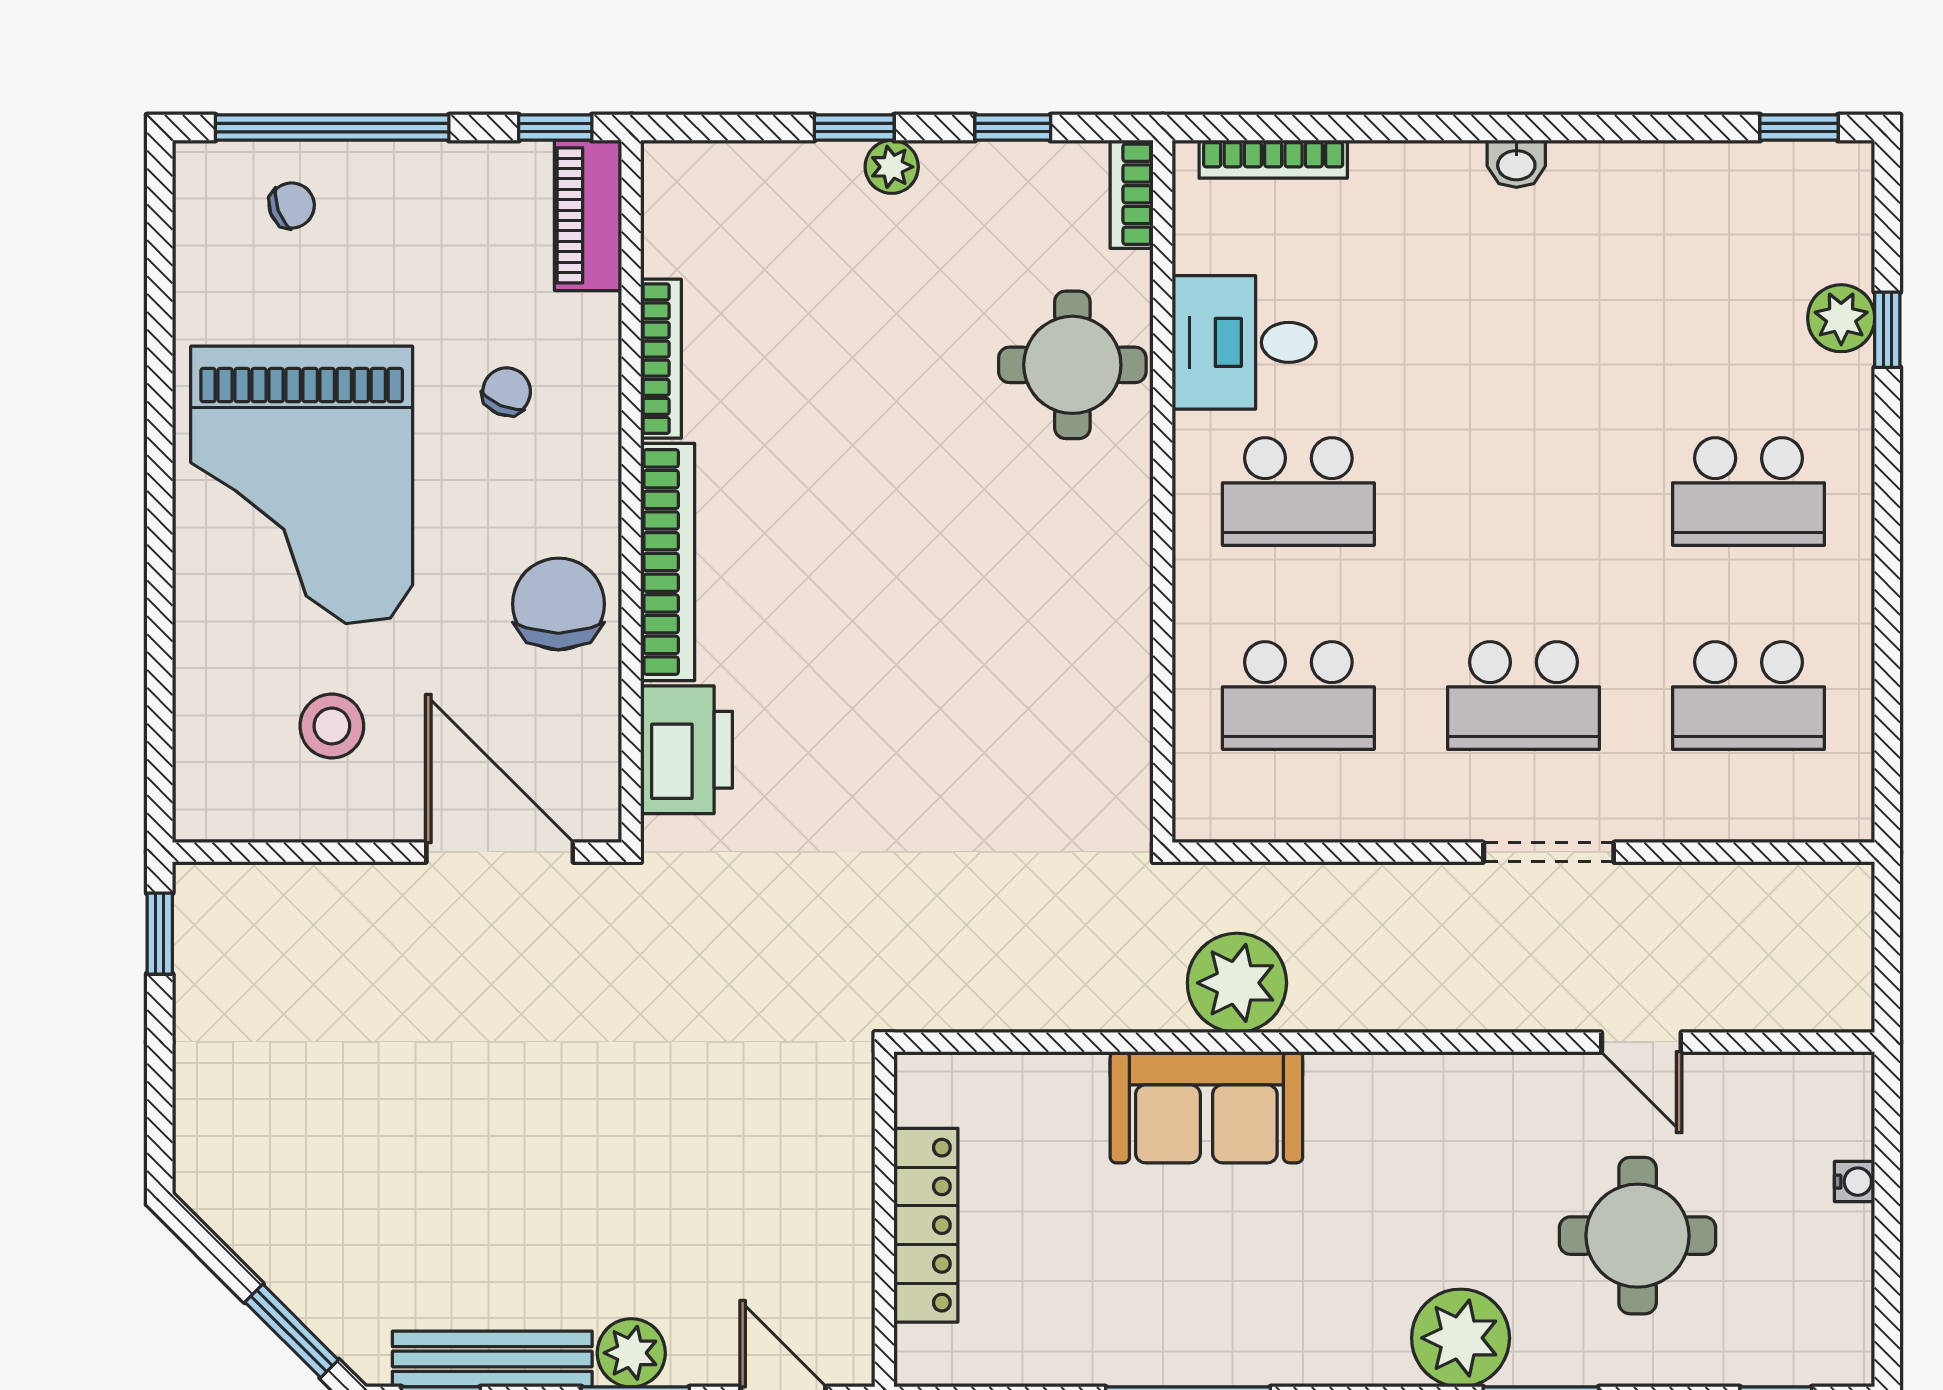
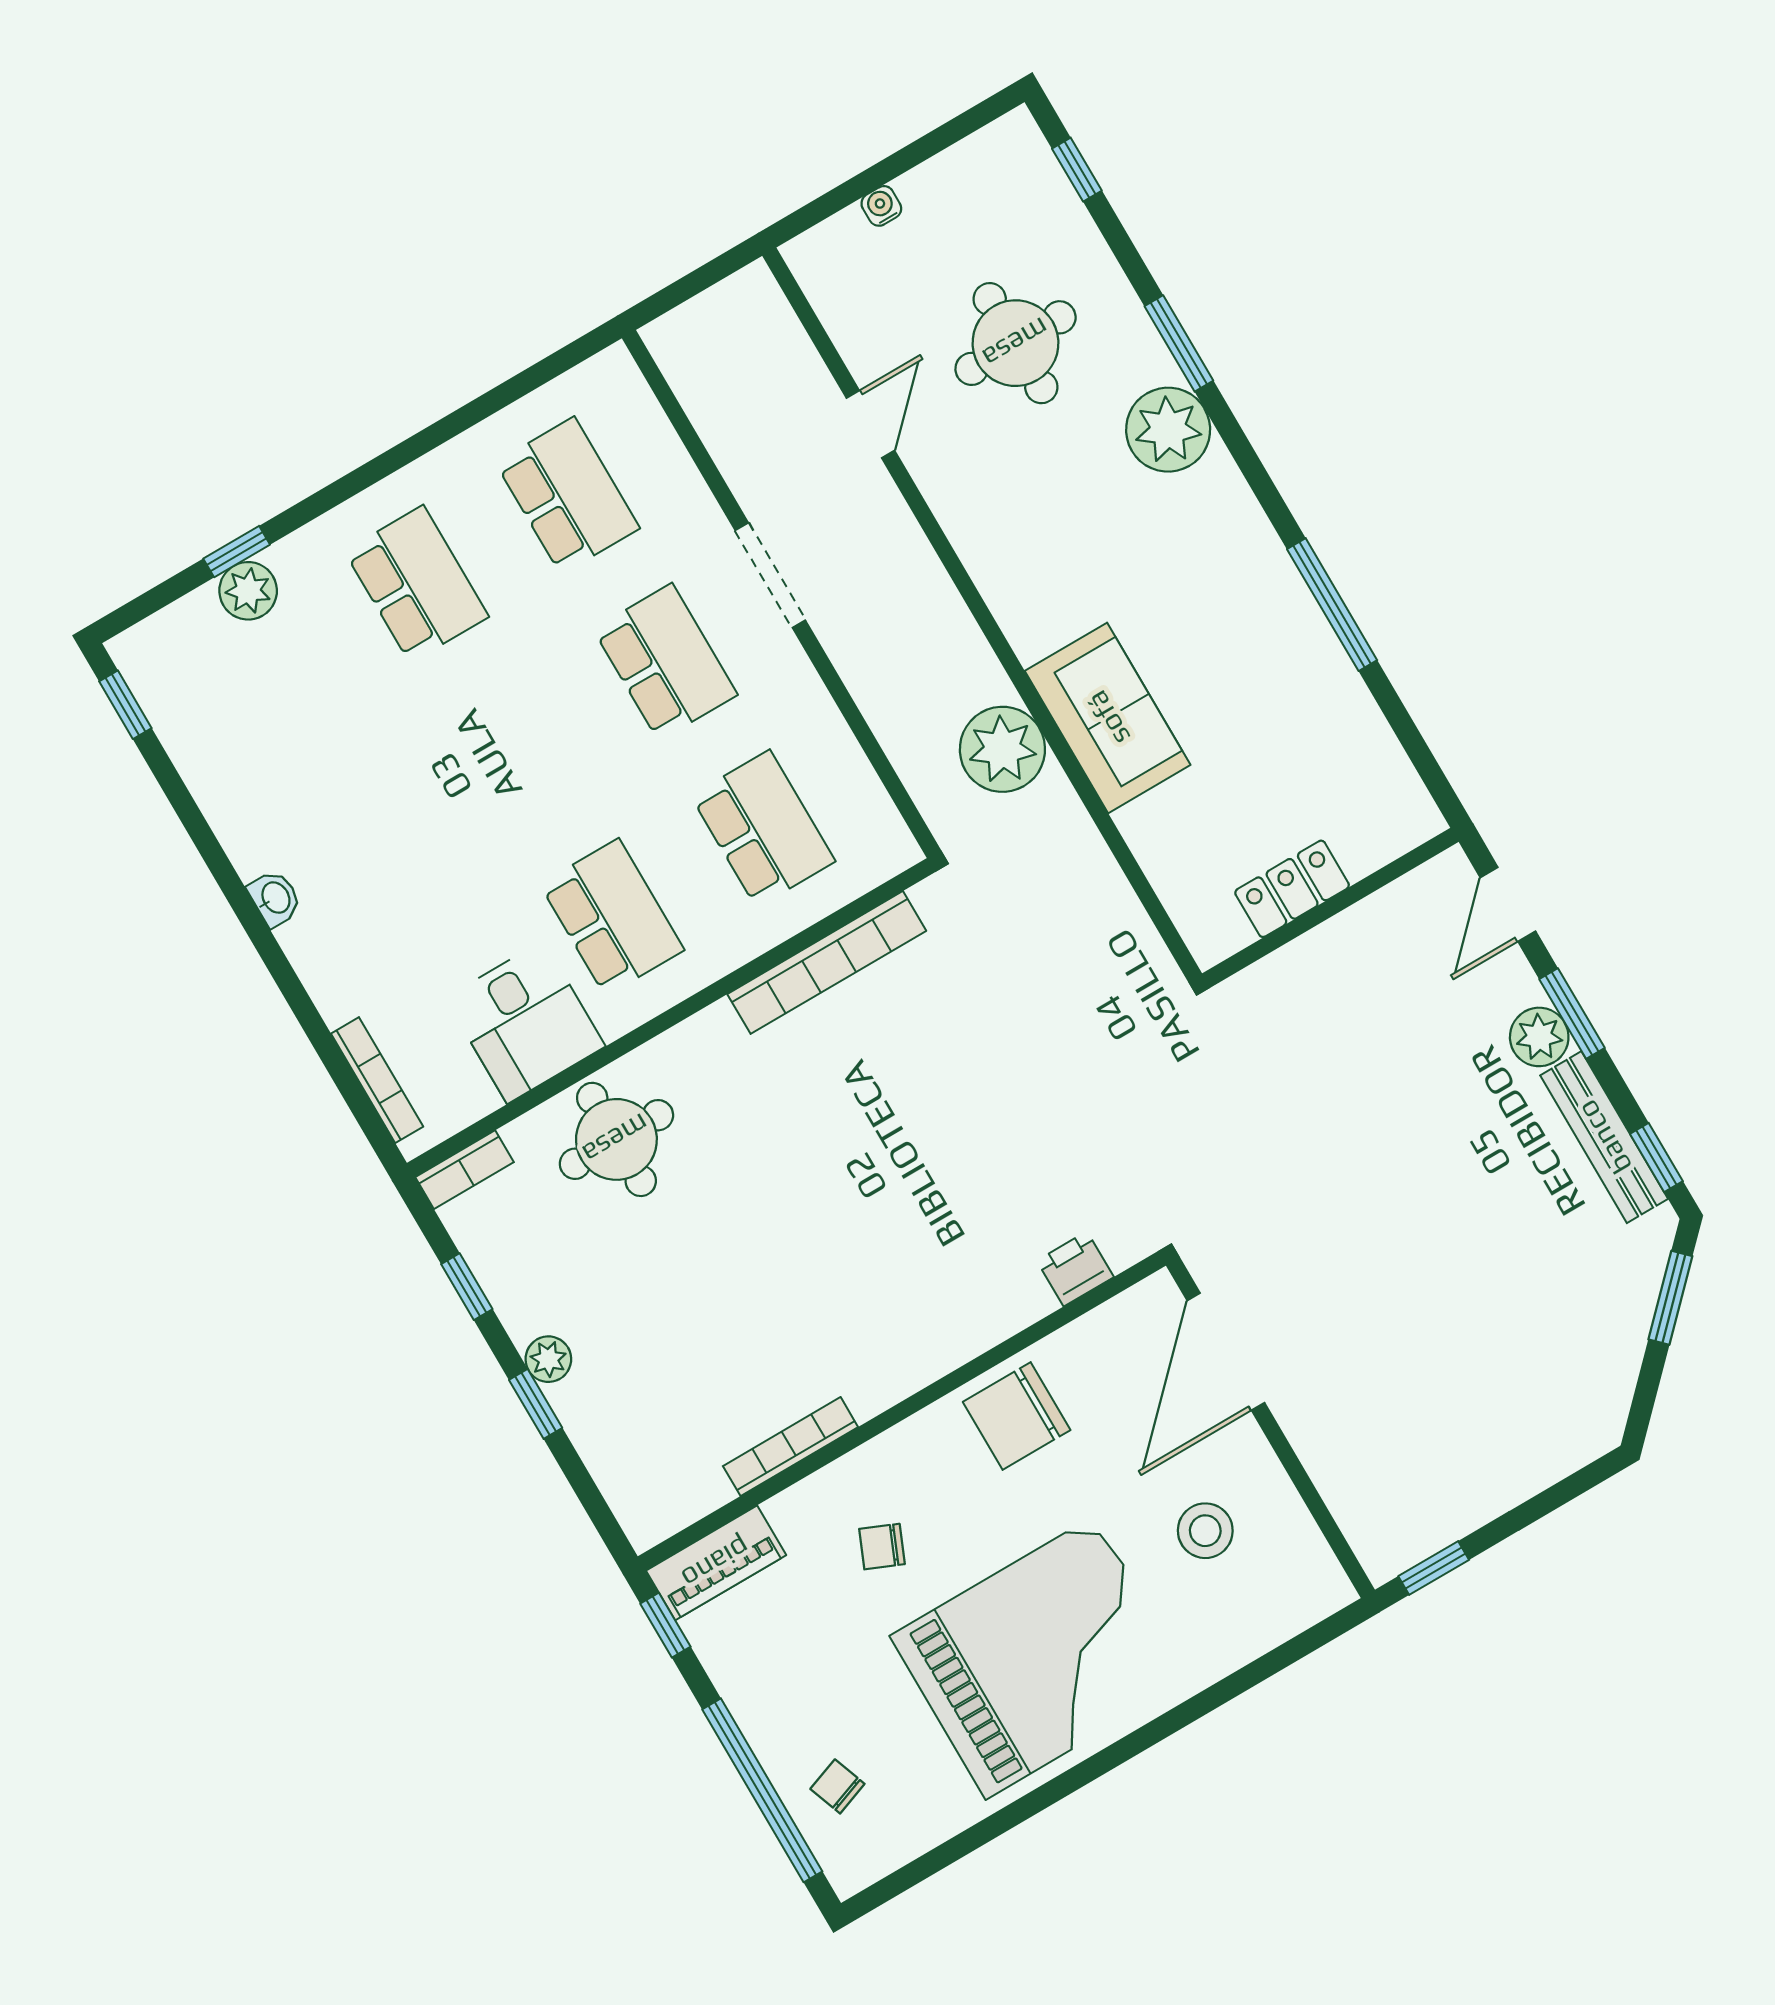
bookcase: (668, 562) -> (827, 962), moved, turned 180
printer: (687, 750) -> (1075, 1269), width x0.53, depth x0.68
locker: (926, 1225) -> (1292, 889), width x0.66

